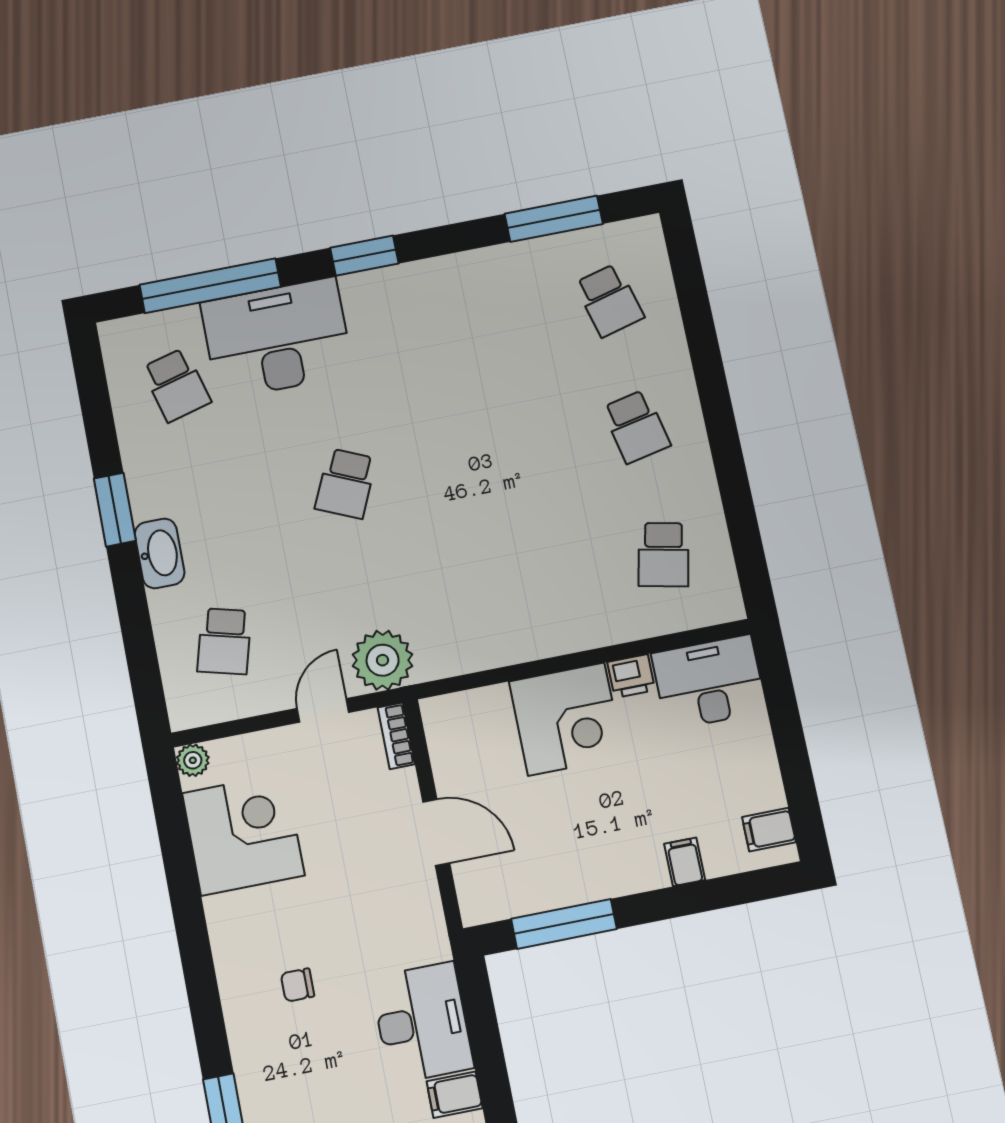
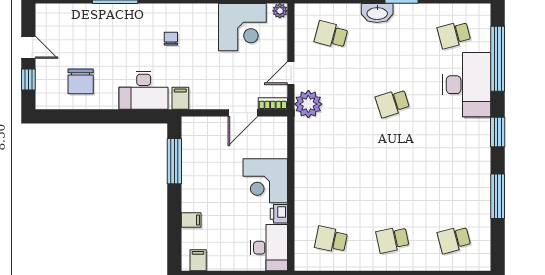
window: (554, 219) -> (498, 196), moved
school desk: (346, 484) -> (393, 103), turned -42
door: (323, 710) -> (291, 73), swing flipped
door: (436, 832) -> (243, 113), moved
filing cabinet: (455, 1095) -> (180, 98), moved

